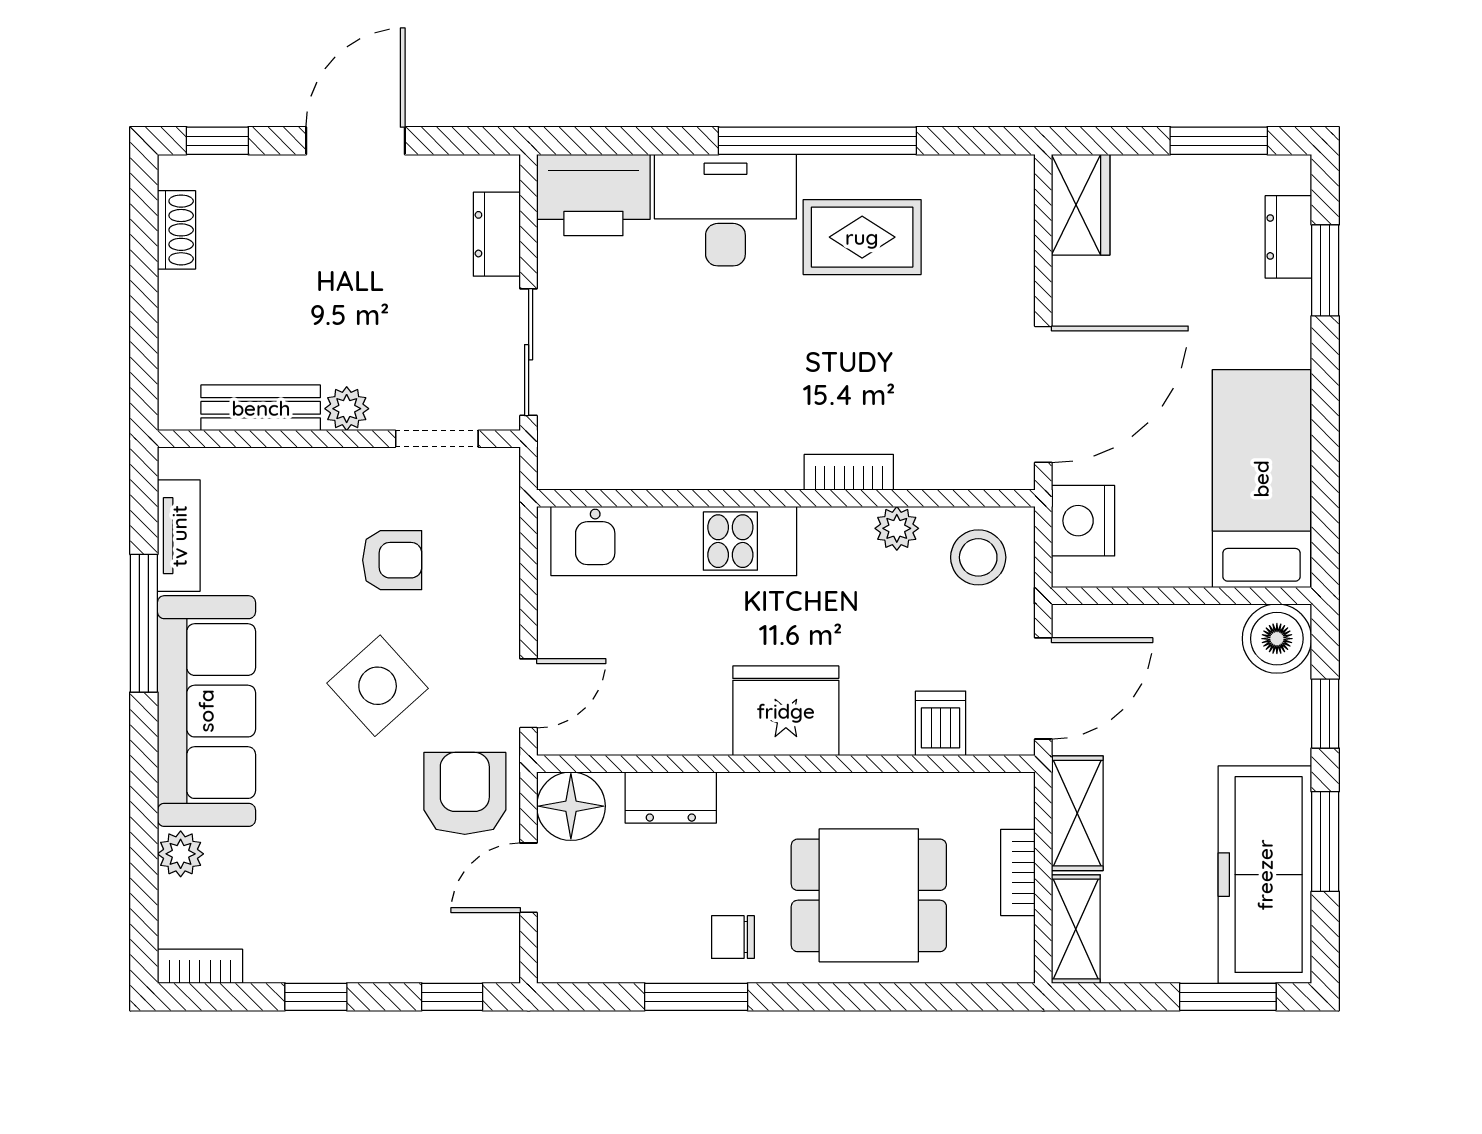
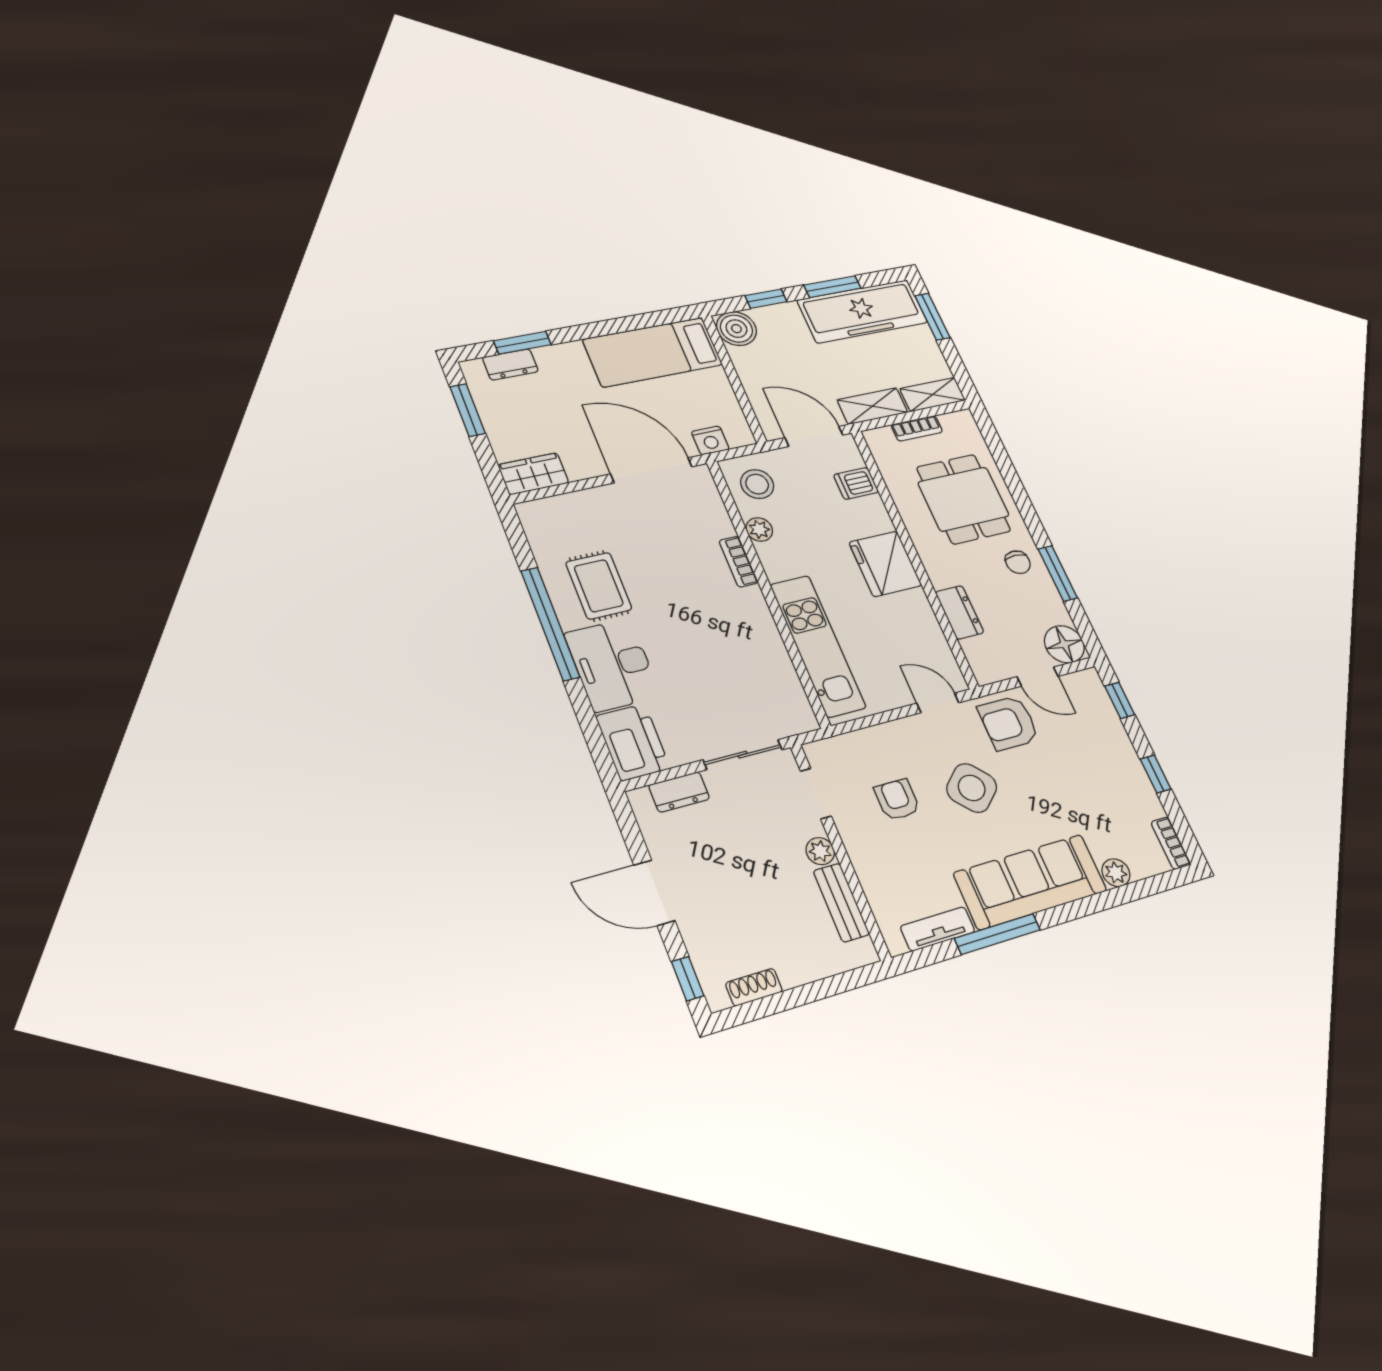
nightstand: (1083, 521) -> (710, 440), width x0.74, depth x0.75
floor lamp: (571, 806) -> (1064, 644), moved

